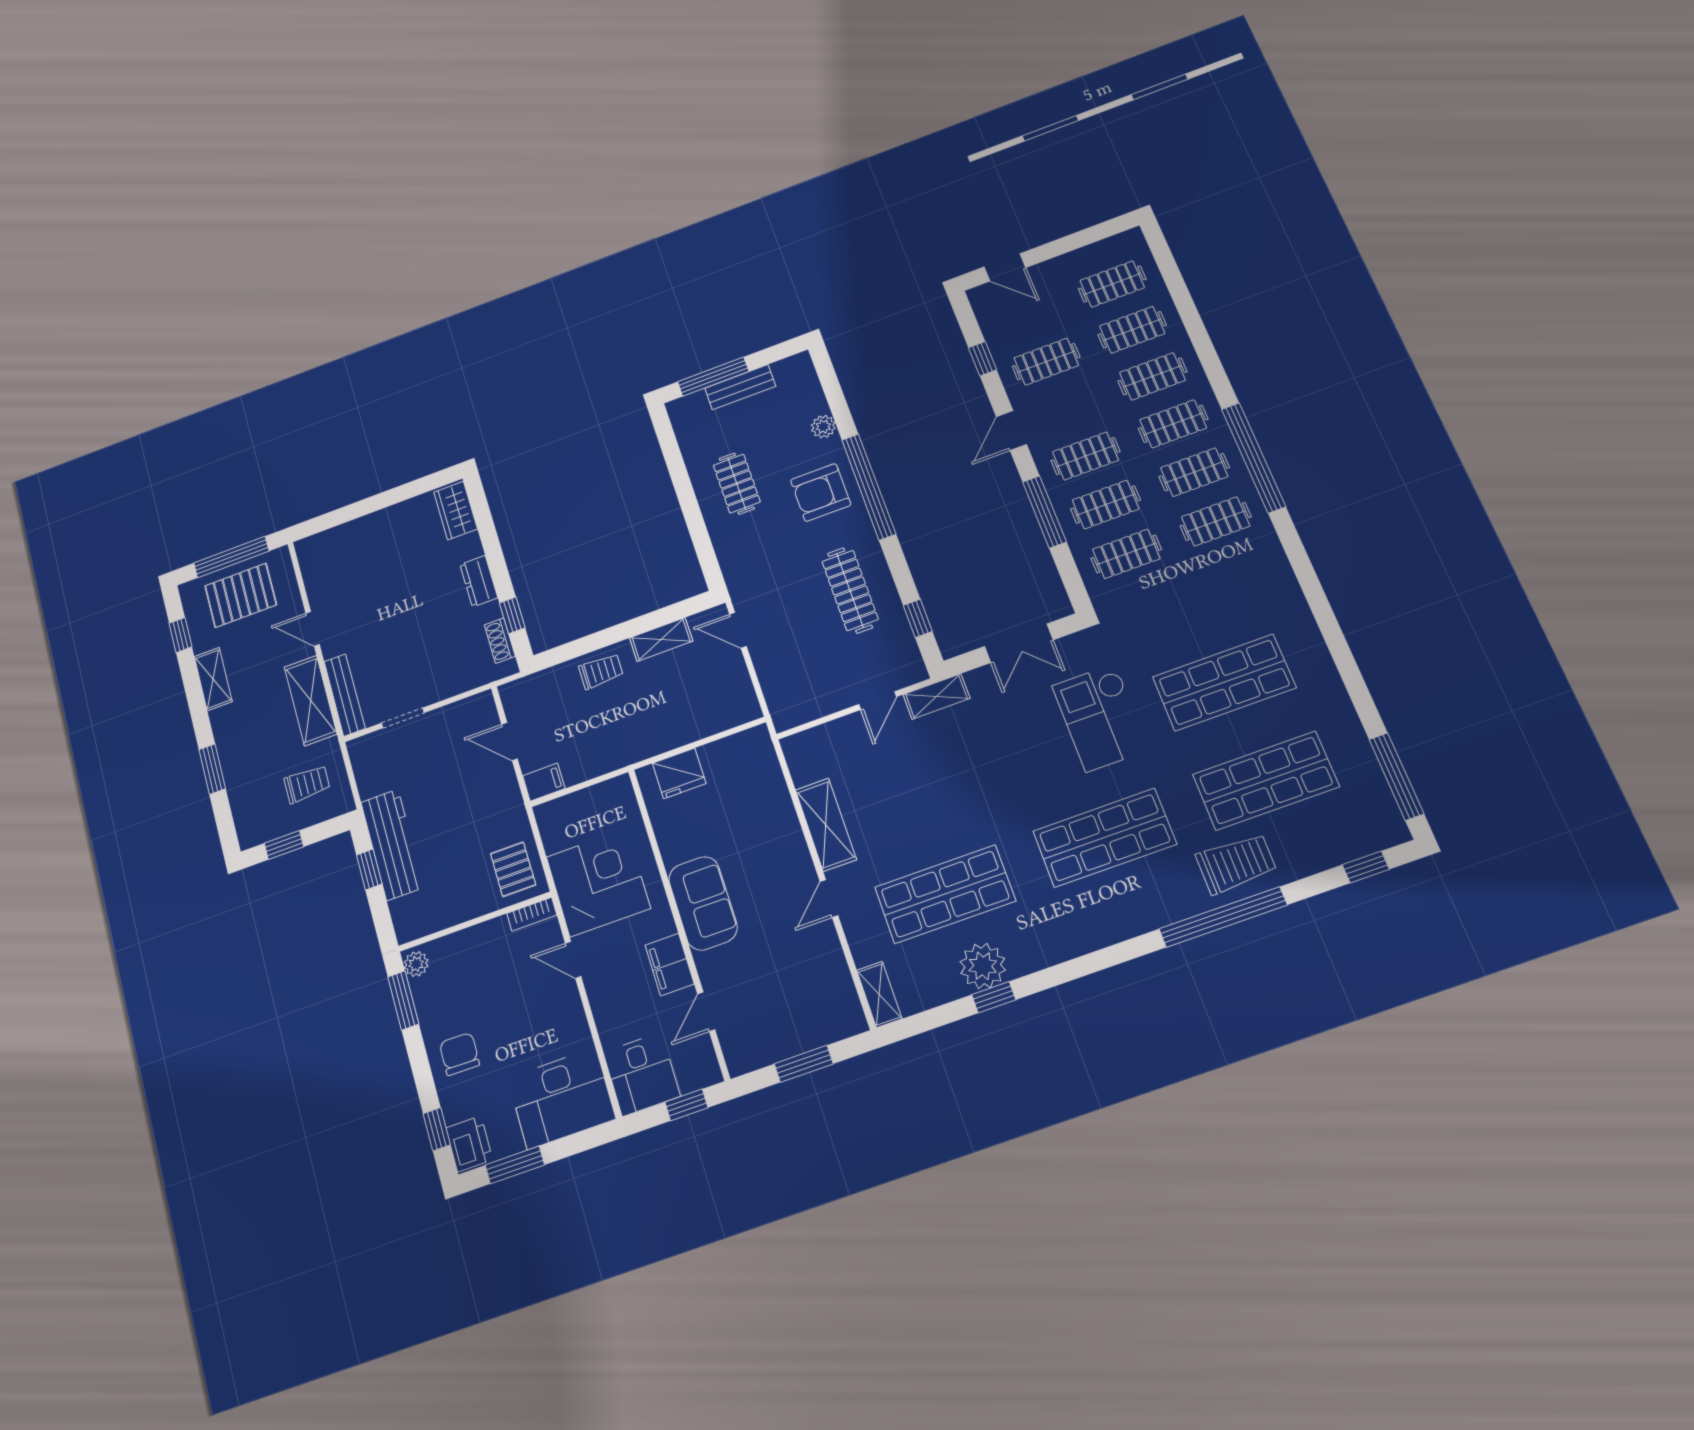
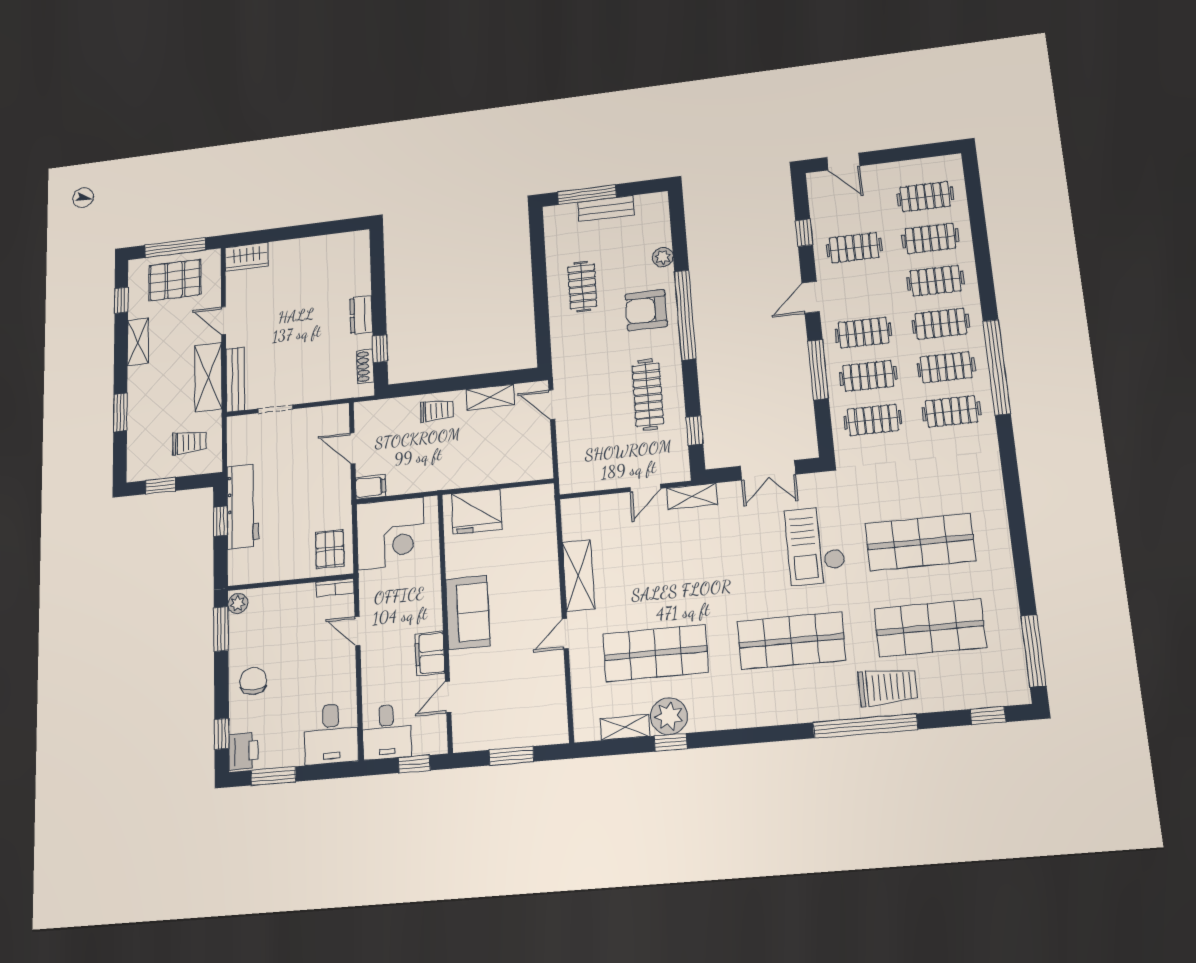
wardrobe: (456, 511) -> (247, 257), moved, turned -90
fridge: (679, 773) -> (477, 512), width x1.36, depth x1.34
corner desk: (598, 883) -> (391, 534), moved, turned 90
shelving: (879, 995) -> (625, 727), moved, turned 90
desk: (561, 1098) -> (331, 734), width x0.73

